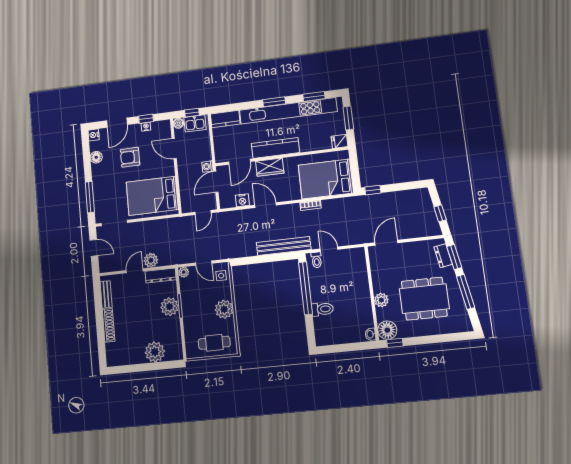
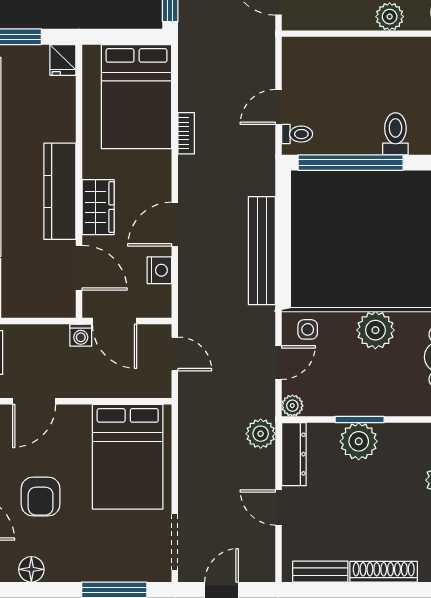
bench: (284, 246) -> (262, 251), moved
plant: (151, 260) -> (261, 434), moved

